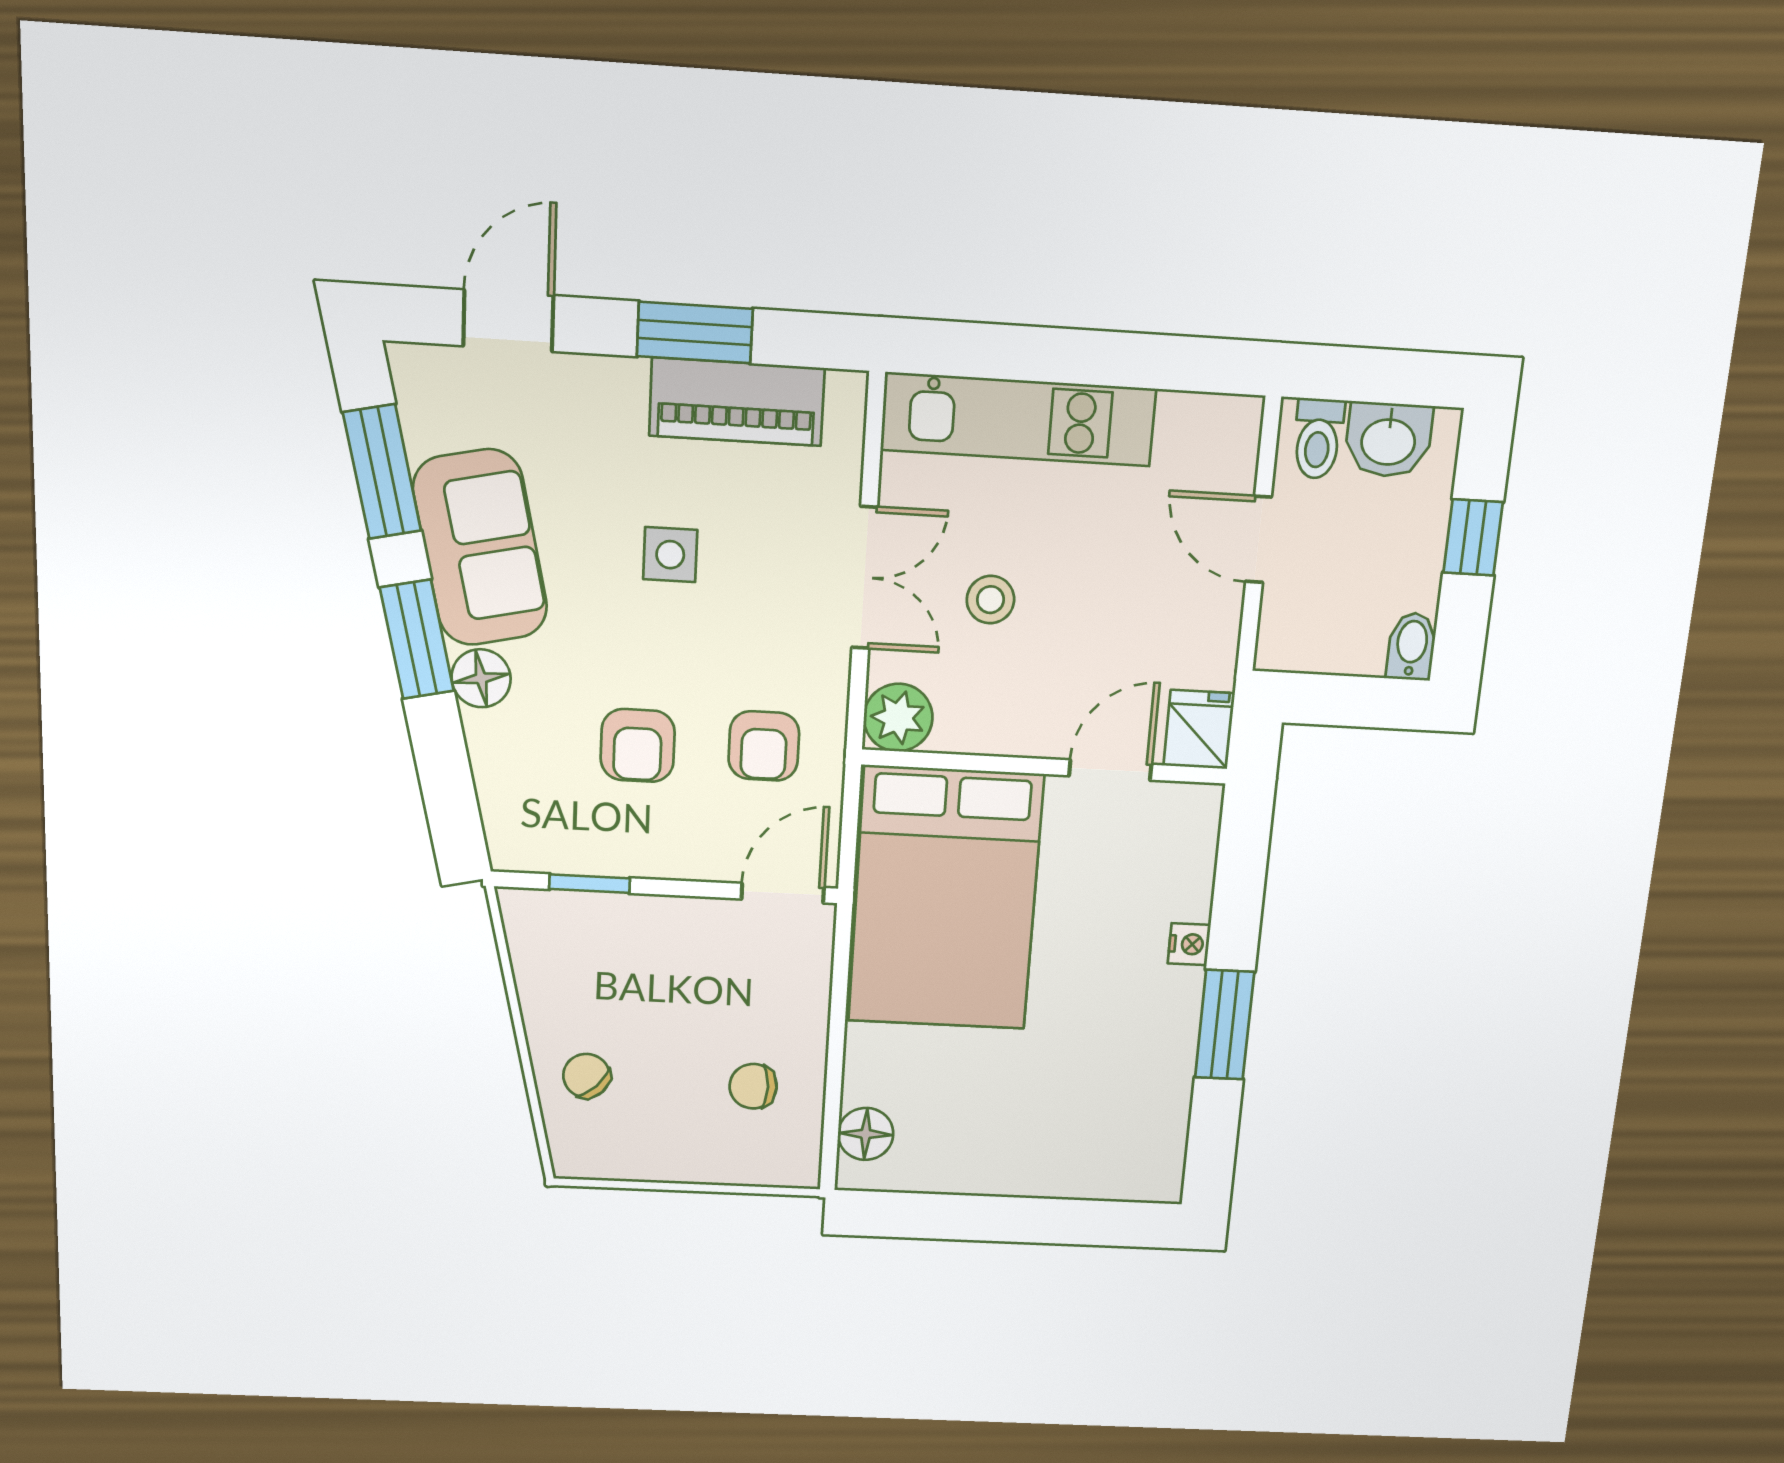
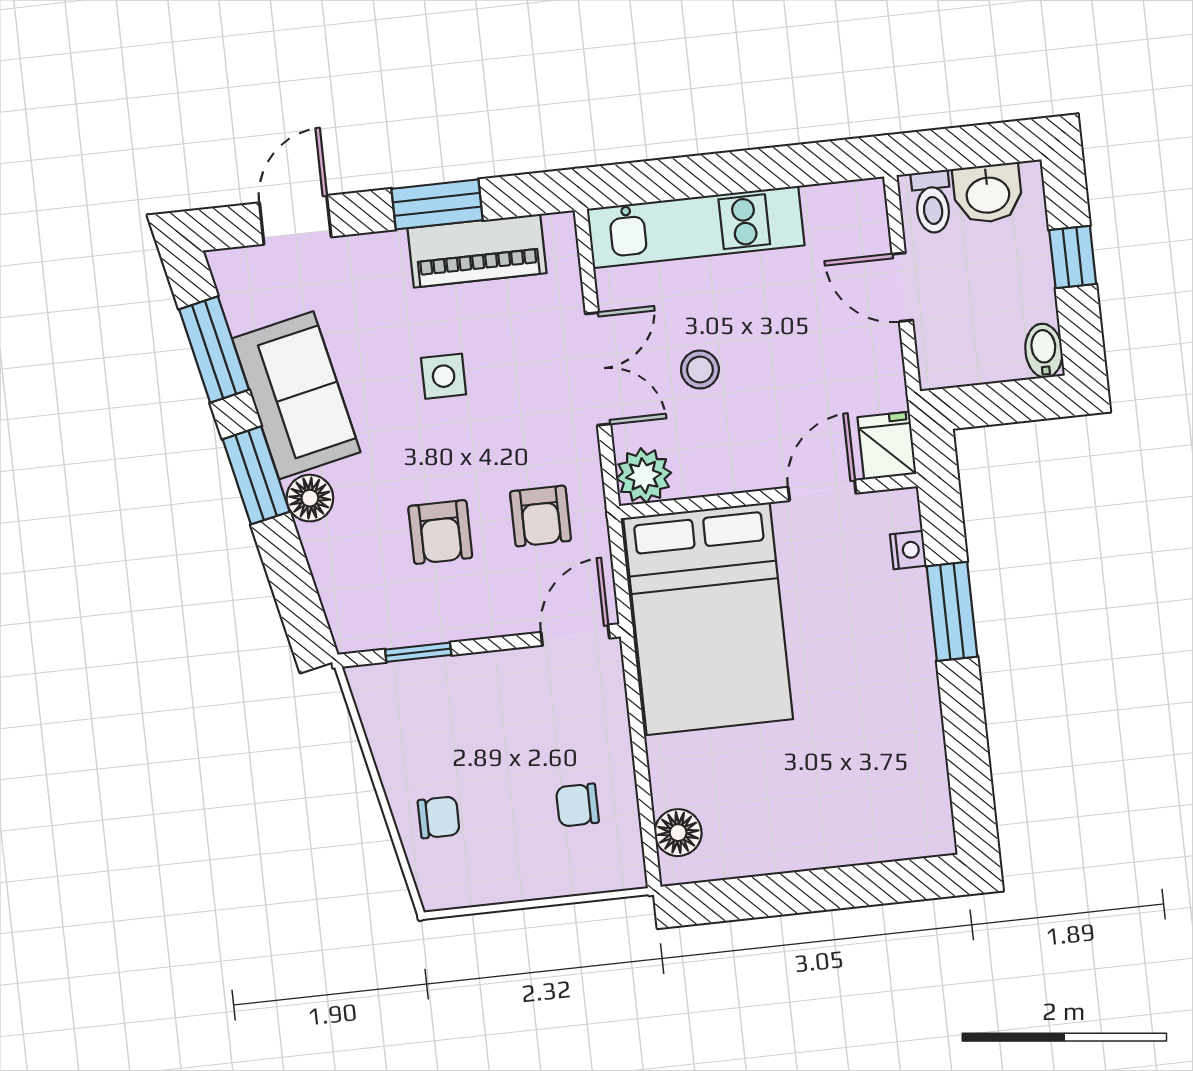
nightstand: (1189, 944) -> (908, 550), moved
window: (1225, 1025) -> (952, 611), moved
chair: (587, 1076) -> (439, 817), turned 135

